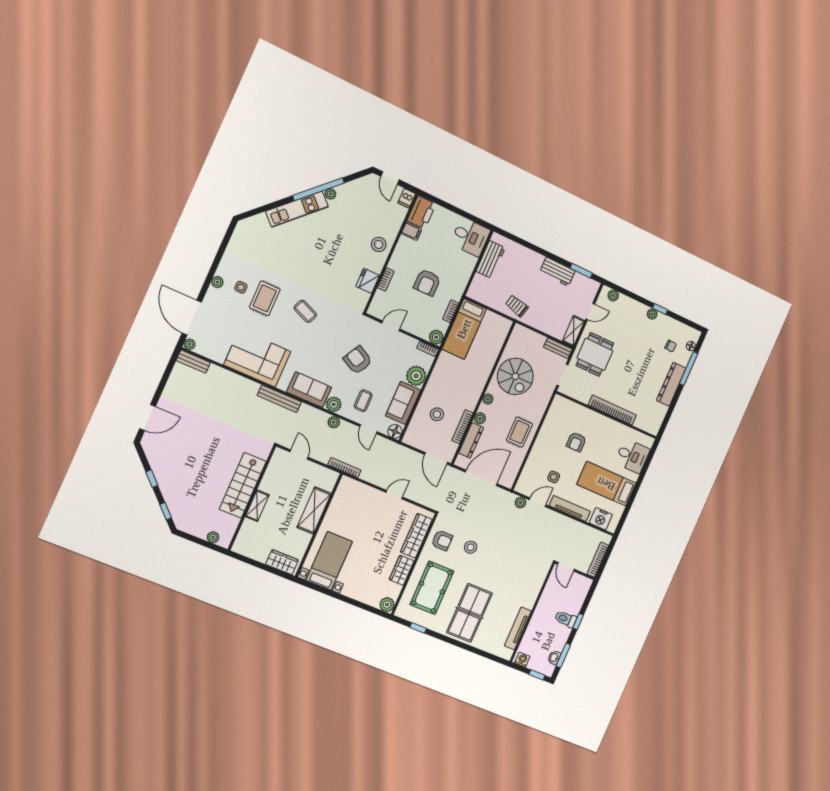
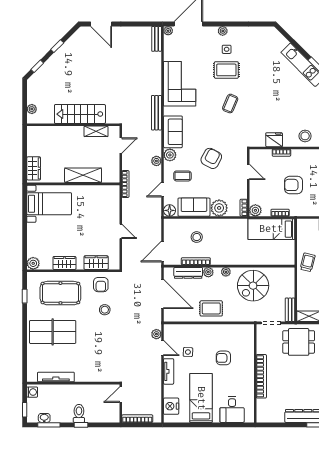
shelving: (257, 506) -> (96, 131), moved
tv unit: (570, 508) -> (169, 371), width x0.71
wardrobe: (416, 536) -> (96, 263), width x0.67

